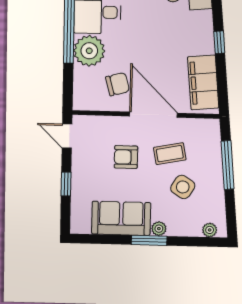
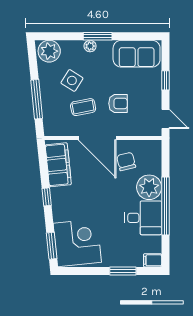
chair: (118, 84) -> (126, 162), turned 91
sofa: (121, 218) -> (137, 54), moved
plant: (210, 230) -> (49, 51), width x1.88, depth x1.88

